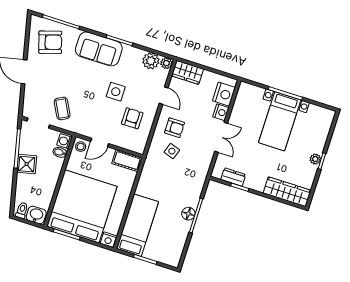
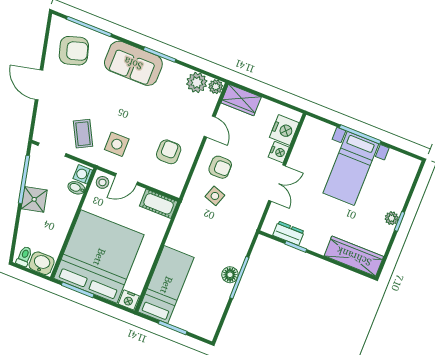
side table: (116, 92) -> (117, 144), moved

